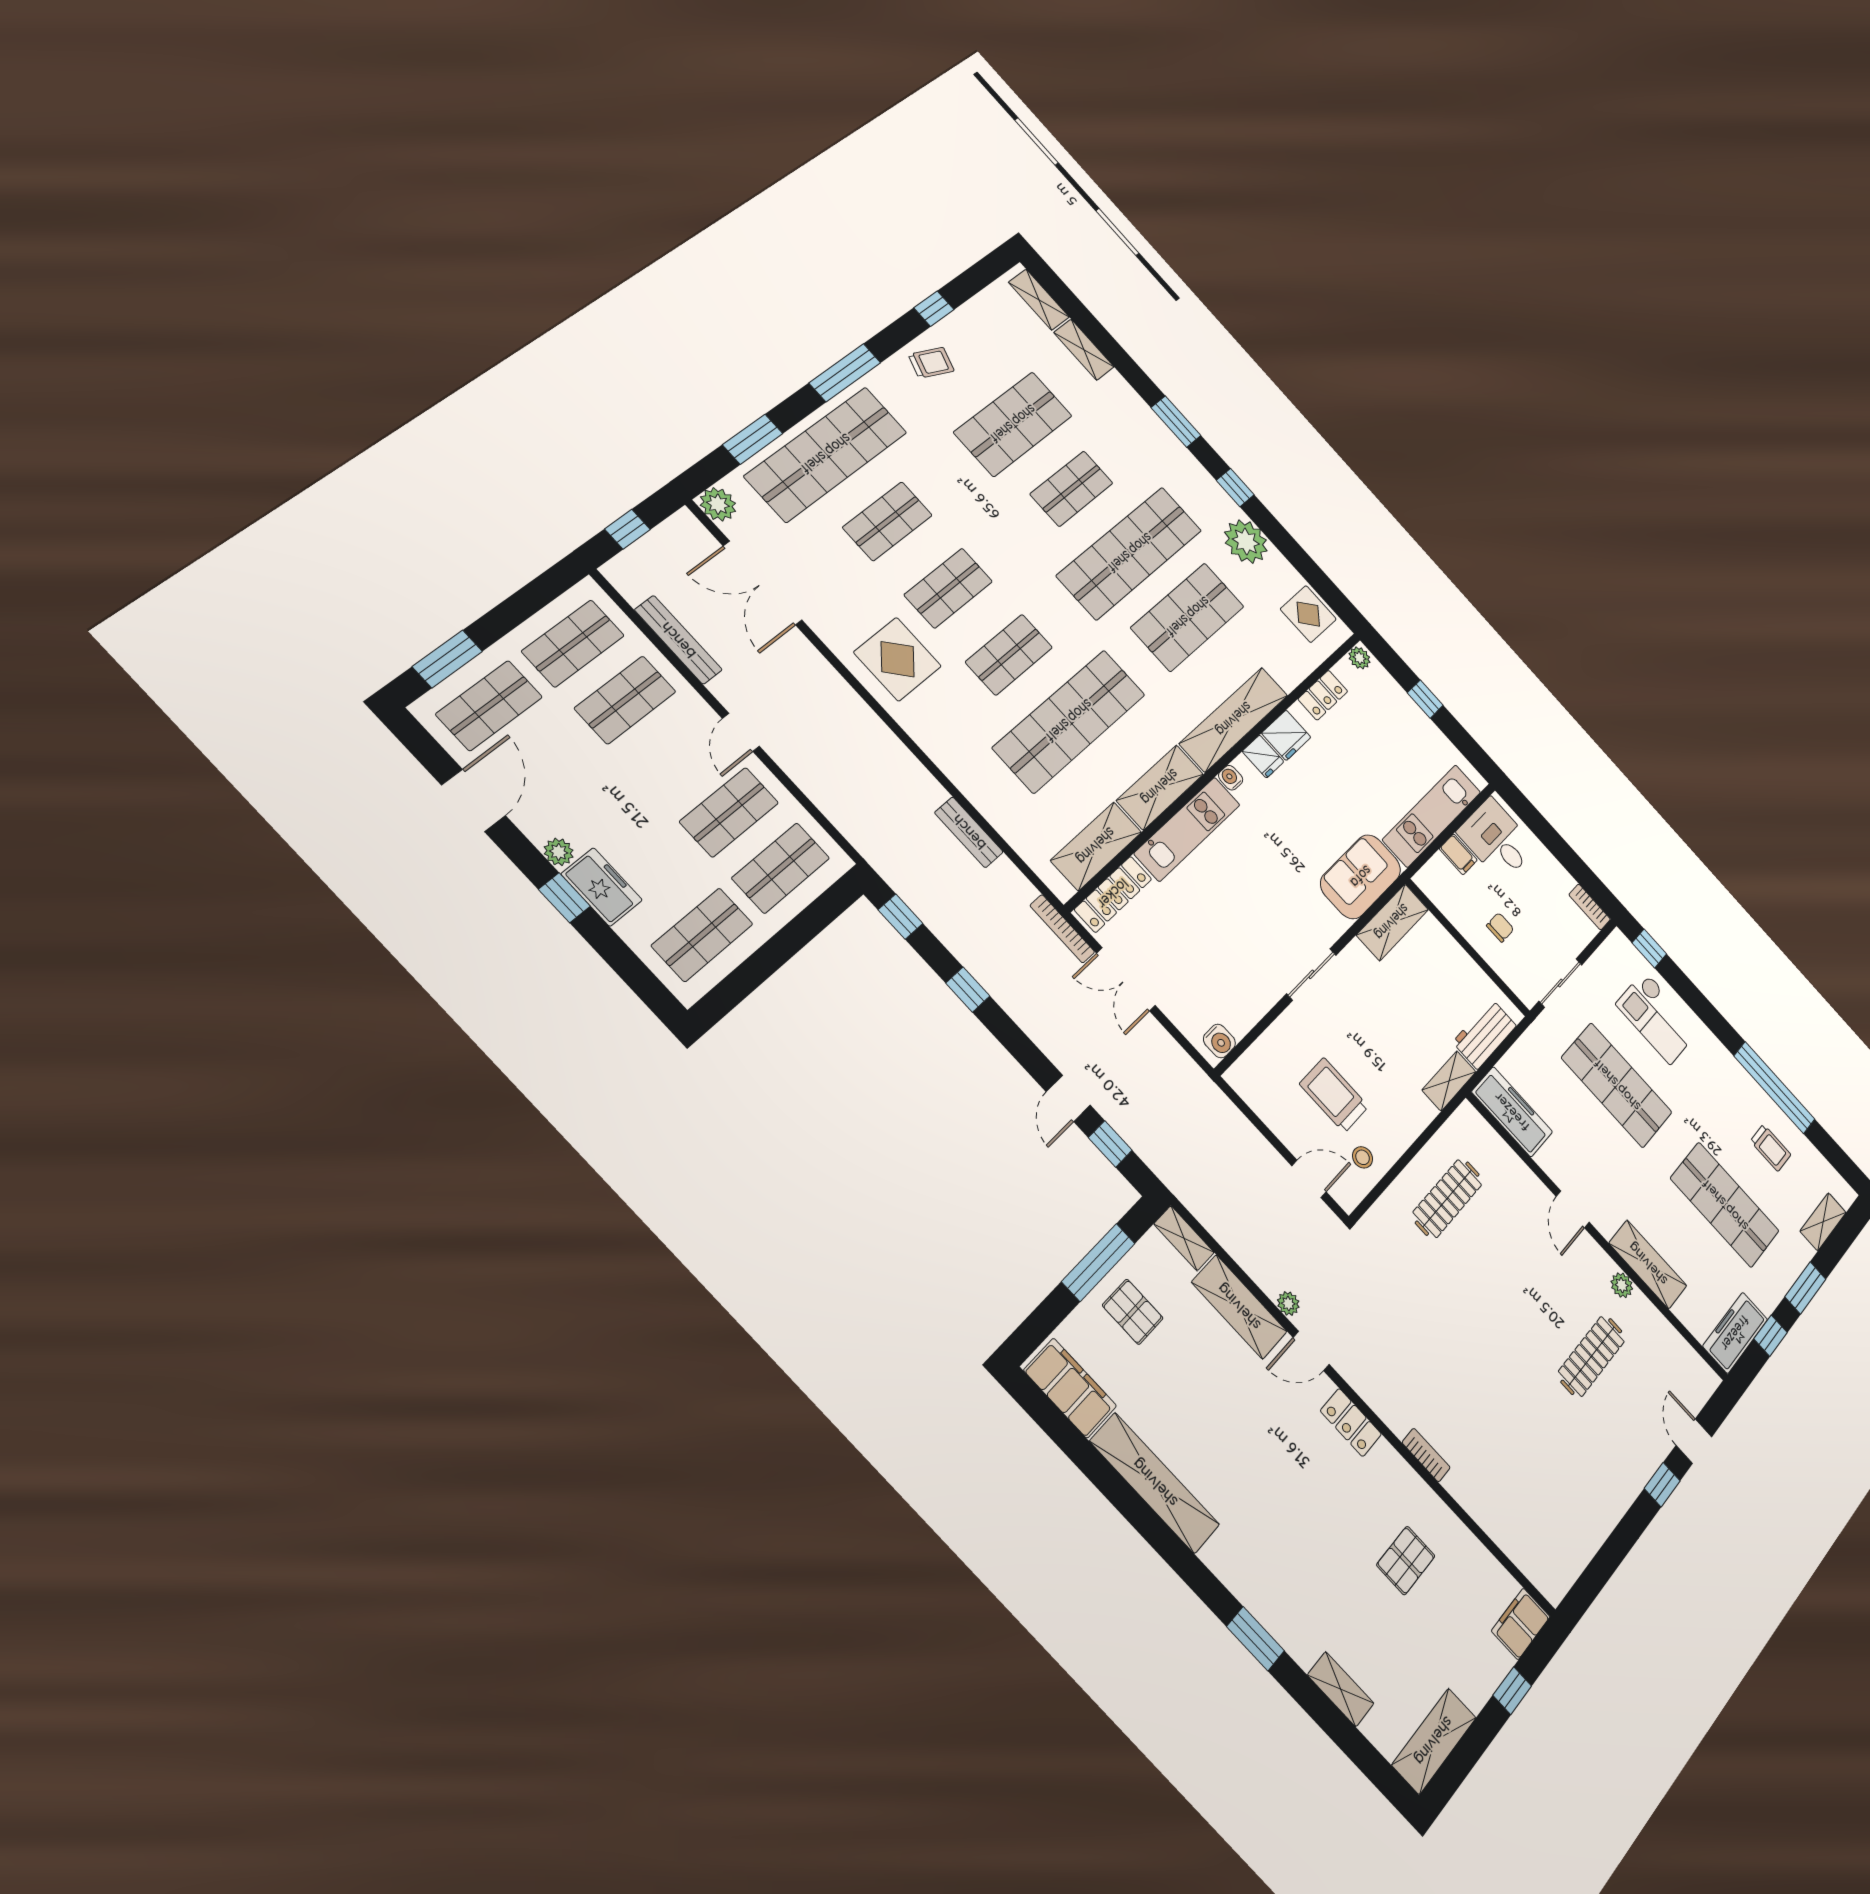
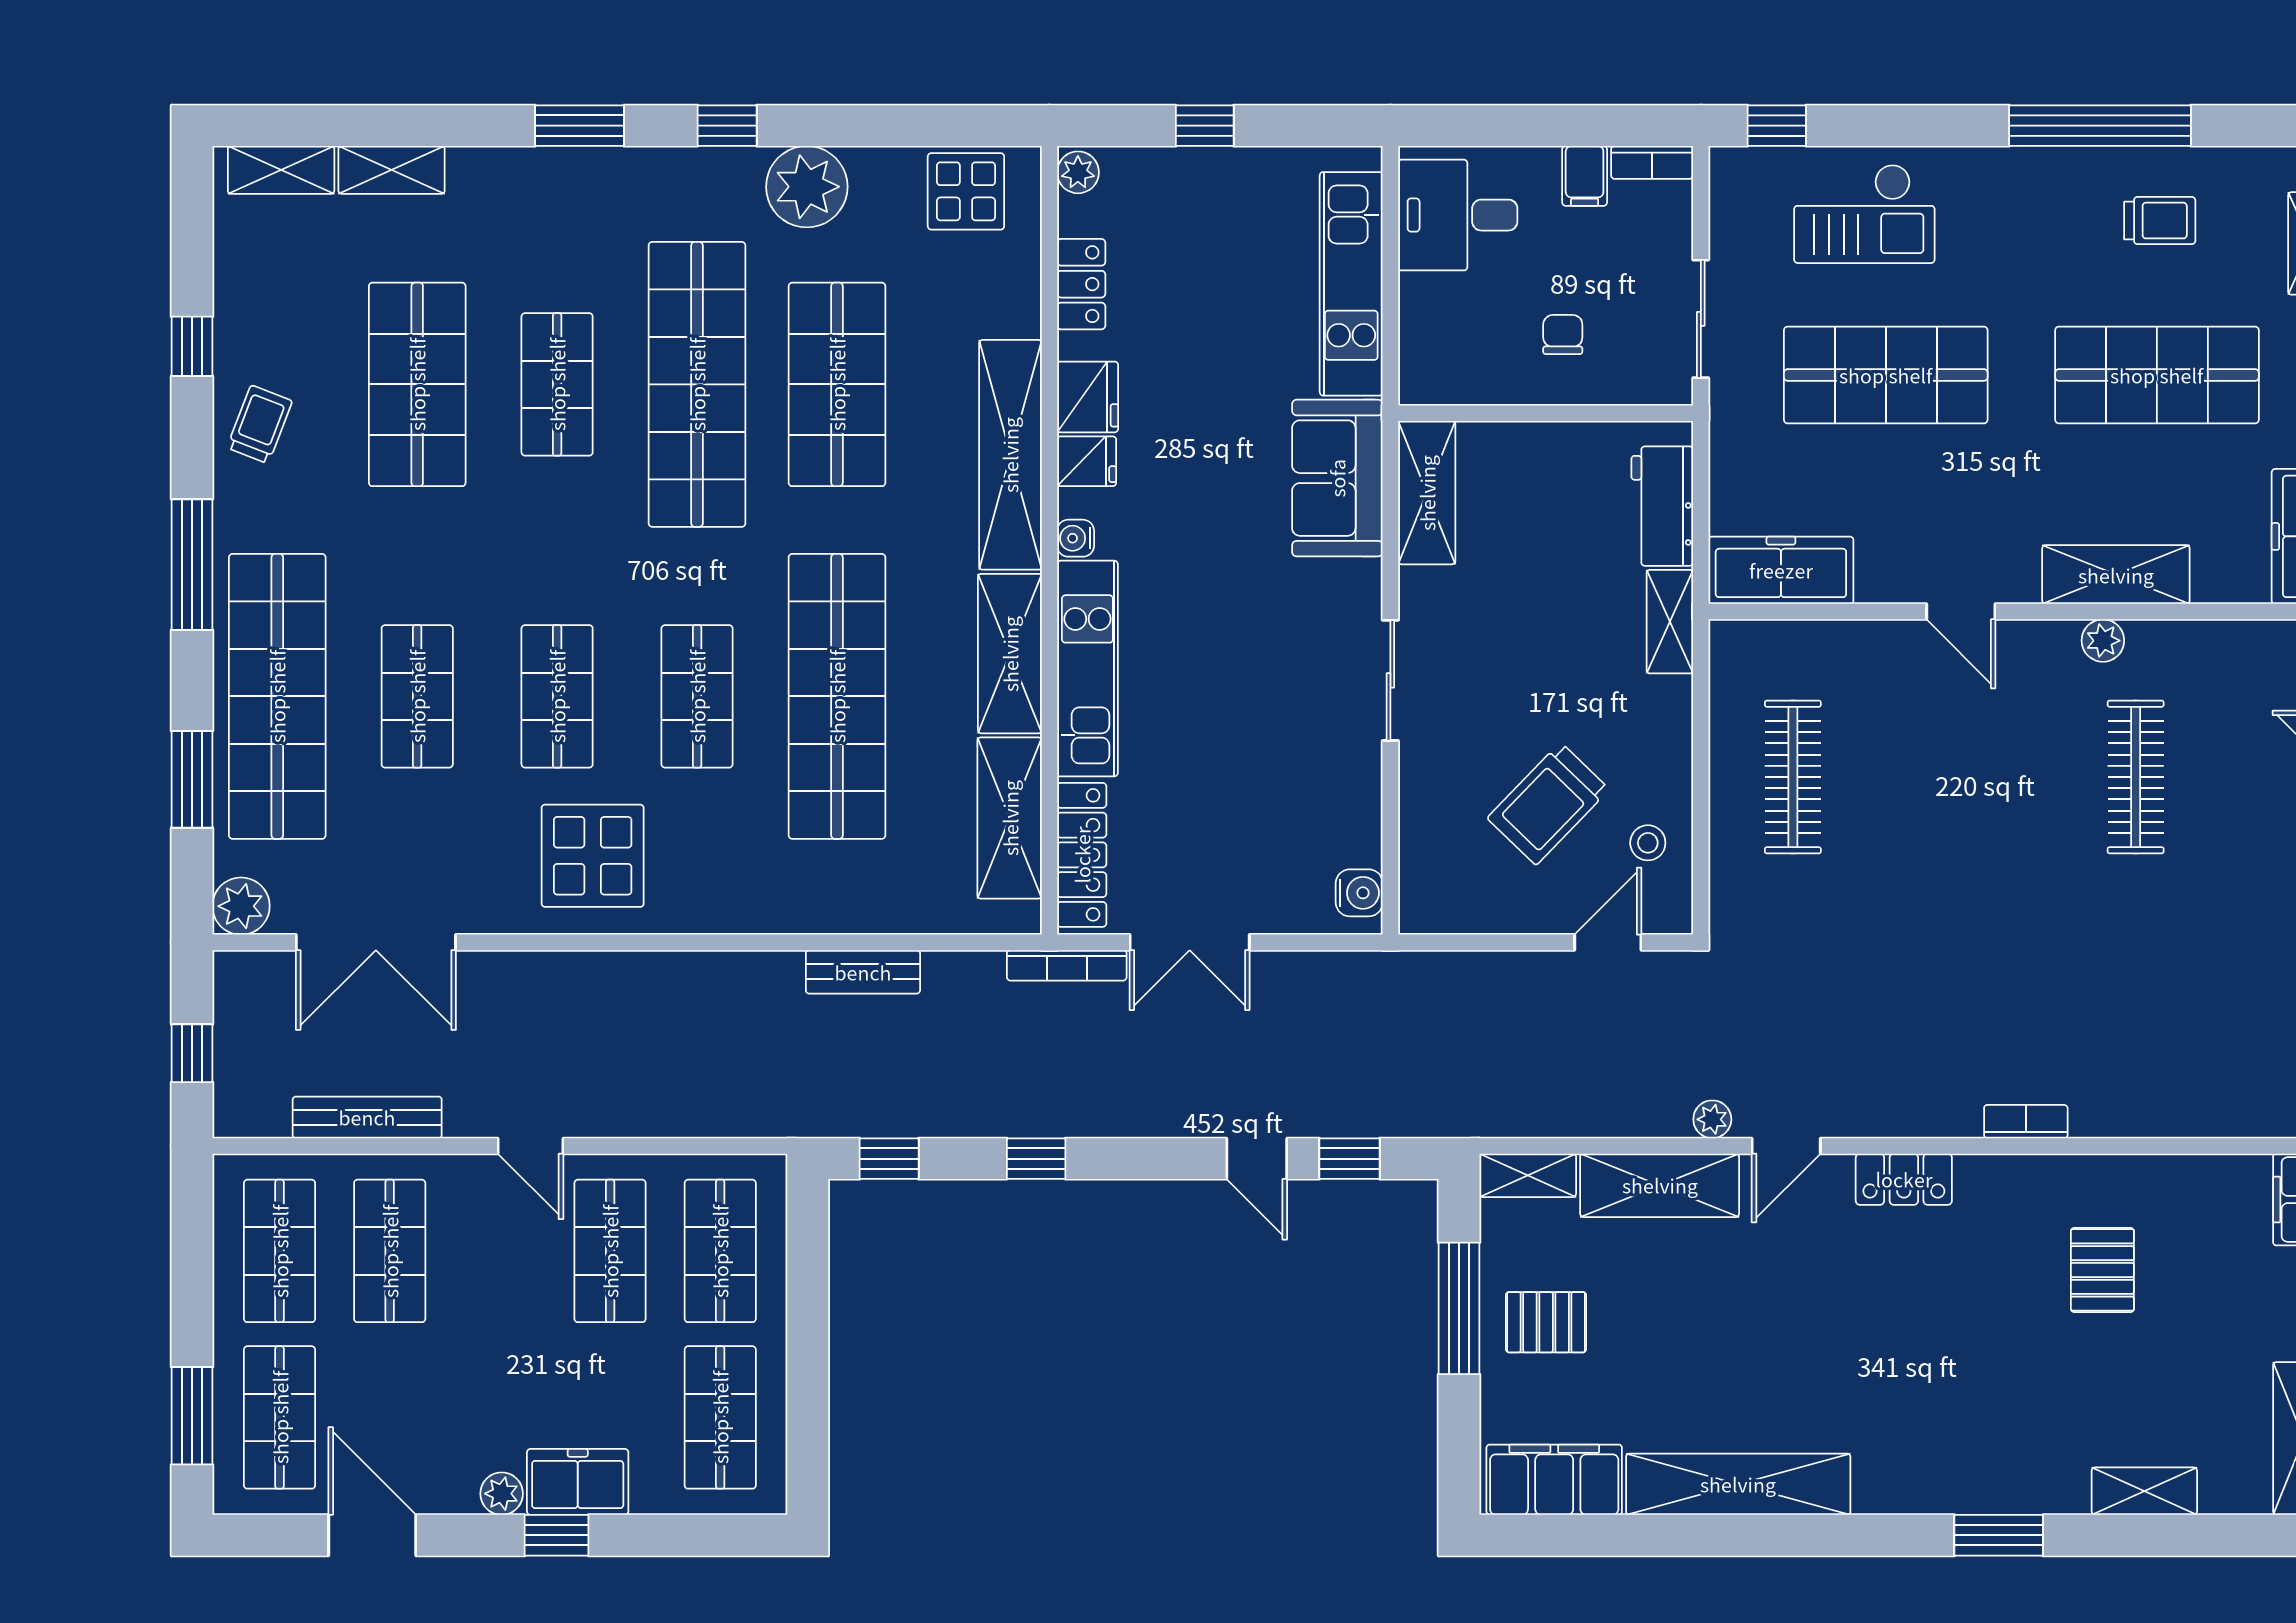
filing cabinet: (1458, 854) -> (1585, 176), moved, turned 90
trolley: (1334, 1095) -> (1548, 804), turned -46

